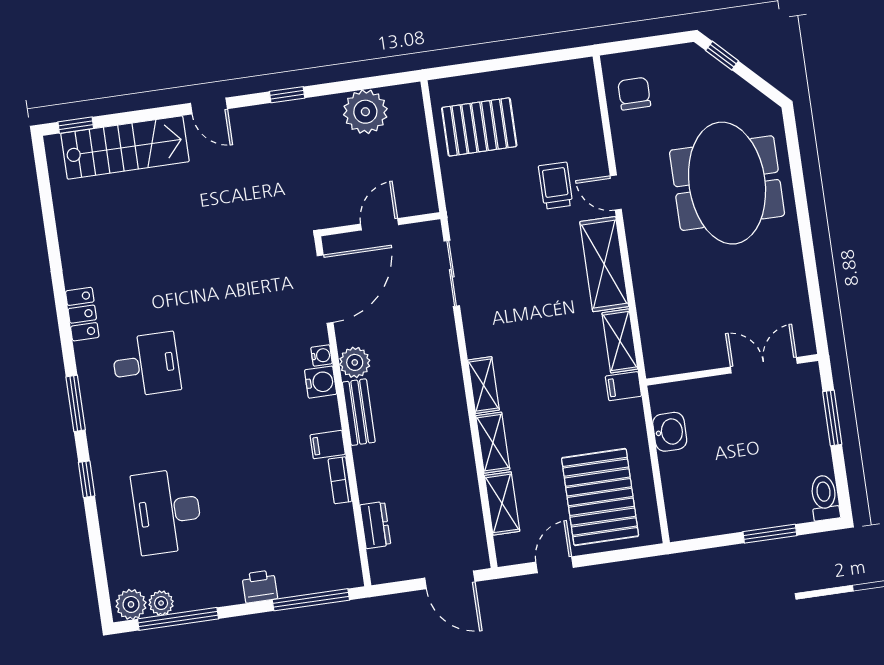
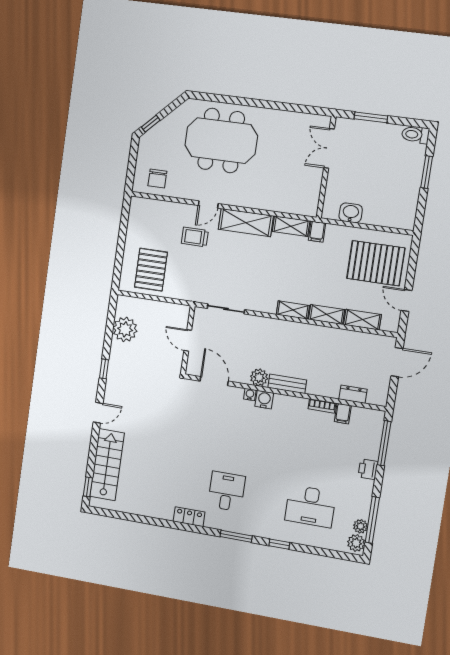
chair: (634, 94) -> (157, 179), turned -90
door: (325, 289) -> (214, 381), width x0.73
filing cabinet: (328, 445) -> (343, 414), moved

